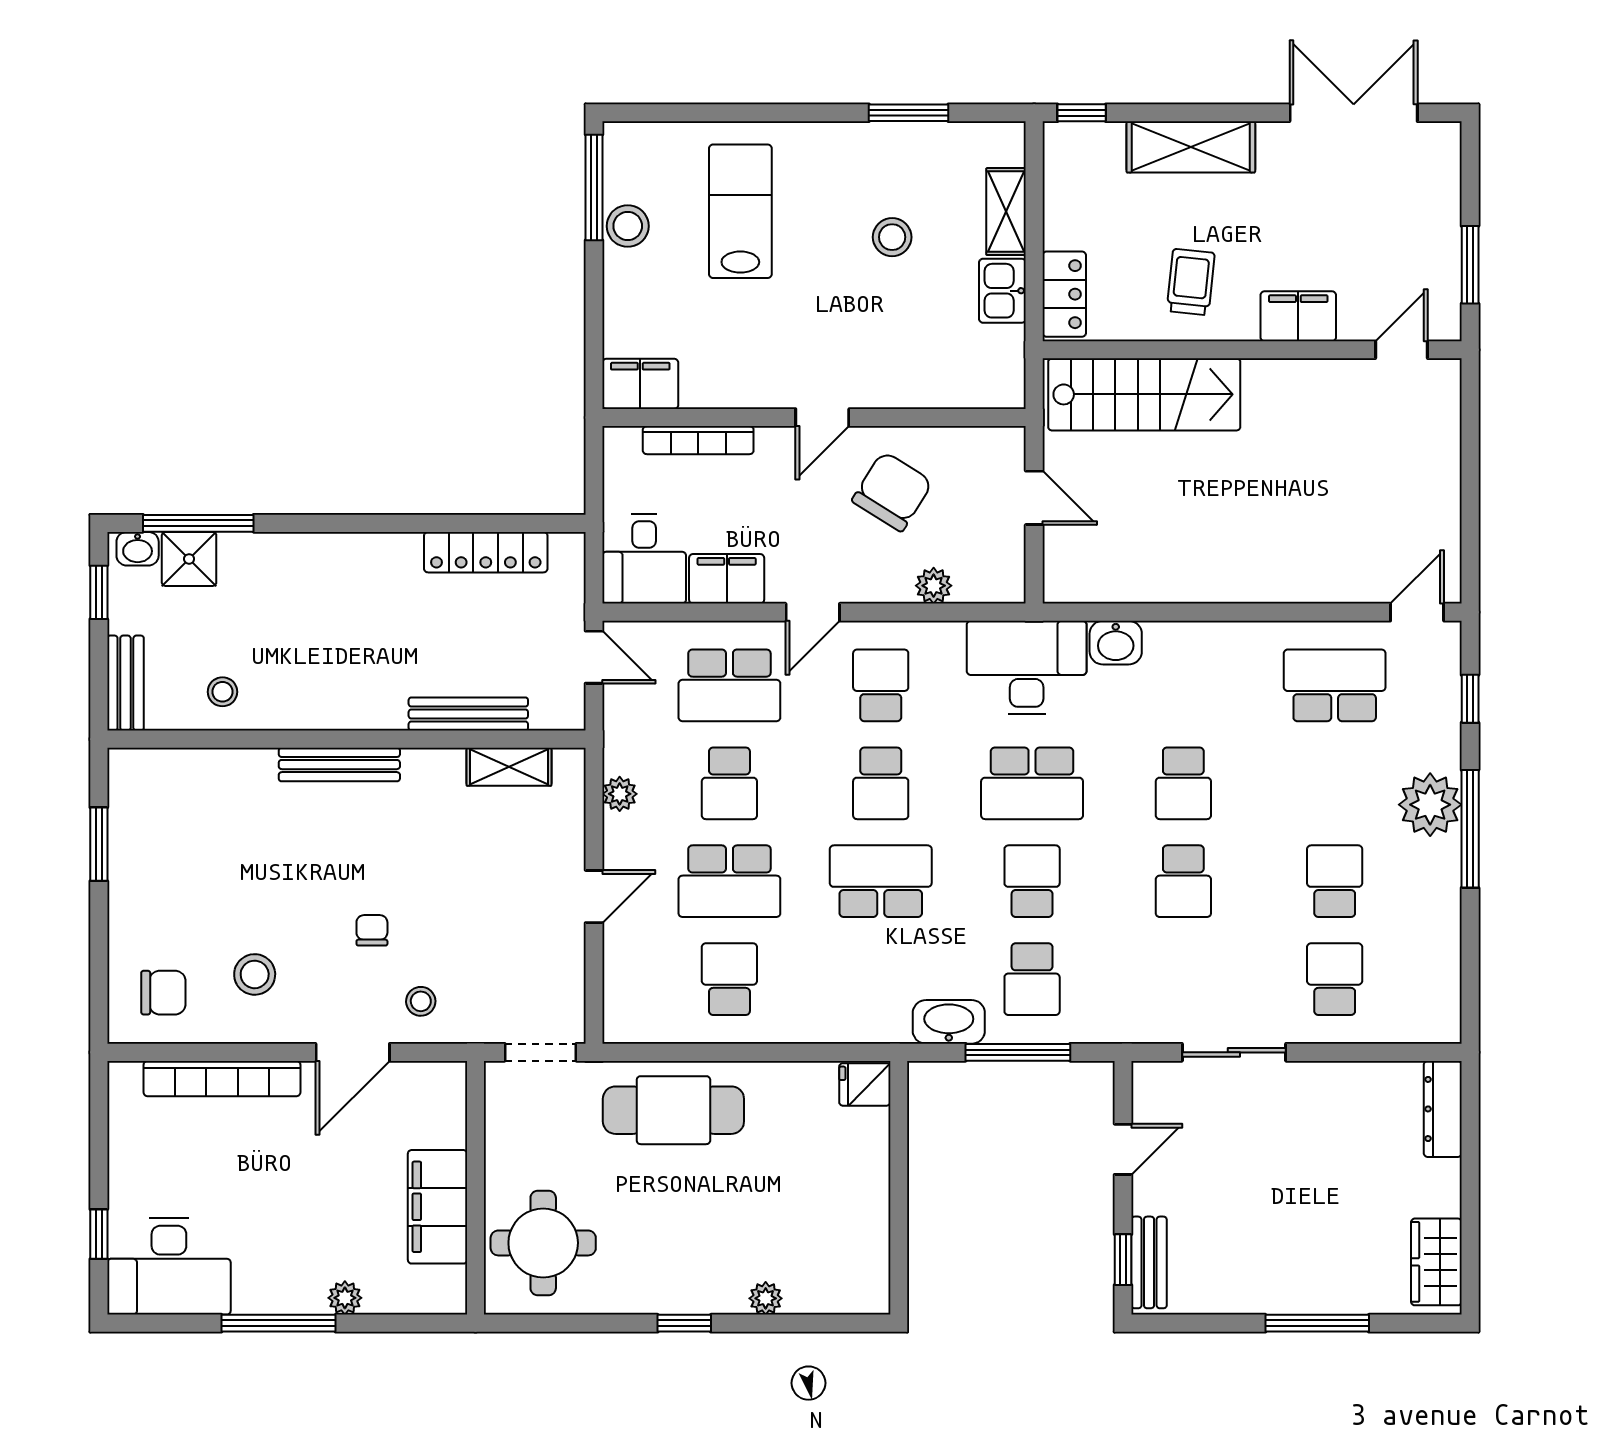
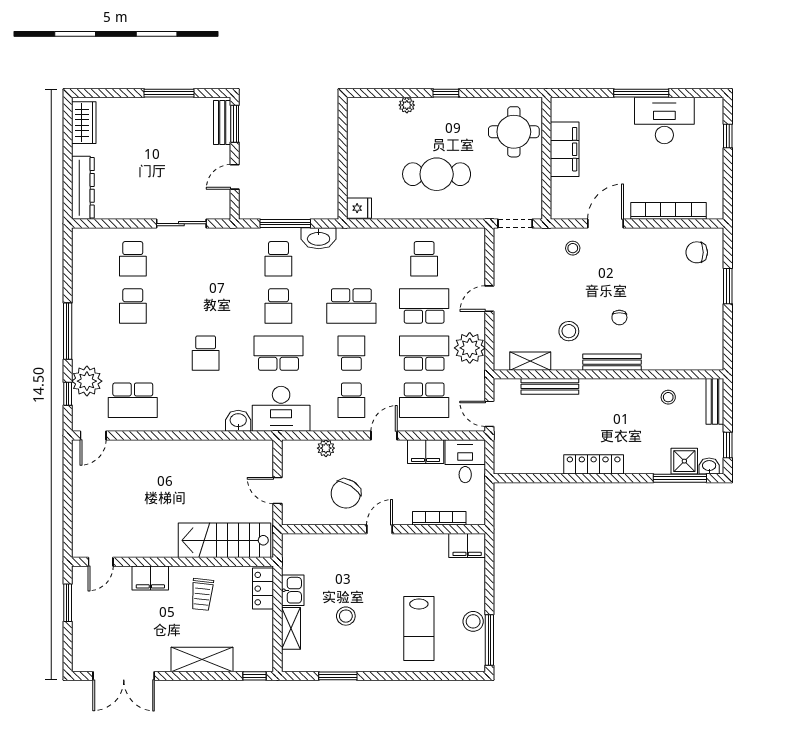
locker: (486, 552) -> (594, 464), moved
school desk: (729, 685) -> (424, 400), turned 180
school desk: (729, 783) -> (424, 353), width x1.85
school desk: (1183, 783) -> (206, 353), turned 180
plant: (620, 794) -> (470, 348), width x1.87, depth x1.87
plant: (1430, 805) -> (87, 381), moved
window: (99, 844) -> (728, 286), moved
school desk: (1183, 881) -> (206, 306), removed
chair: (372, 930) -> (619, 317), moved
stool: (255, 974) -> (569, 331), moved
school desk: (1032, 979) -> (278, 259), turned 180
dresser: (1443, 1109) -> (83, 188), width x1.37, depth x1.24
cafe table: (673, 1110) -> (437, 174), moved
window: (1123, 1260) -> (235, 124), width x1.50
desk: (169, 1266) -> (664, 121), moved
plant: (345, 1298) -> (609, 105), removed
window: (1317, 1323) -> (169, 93), moved

